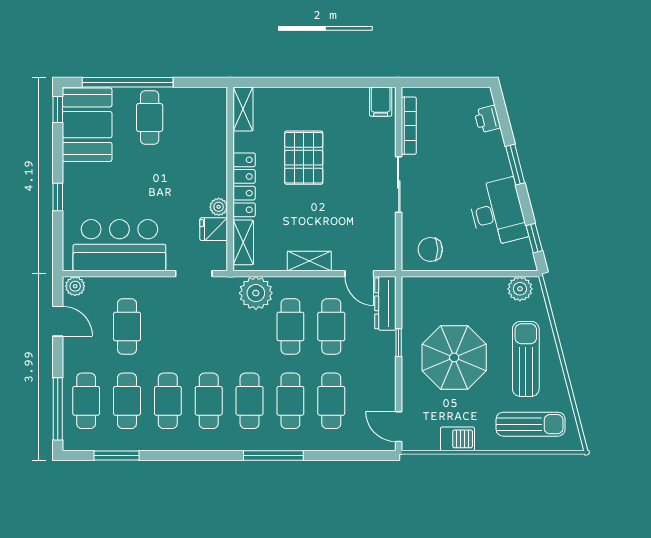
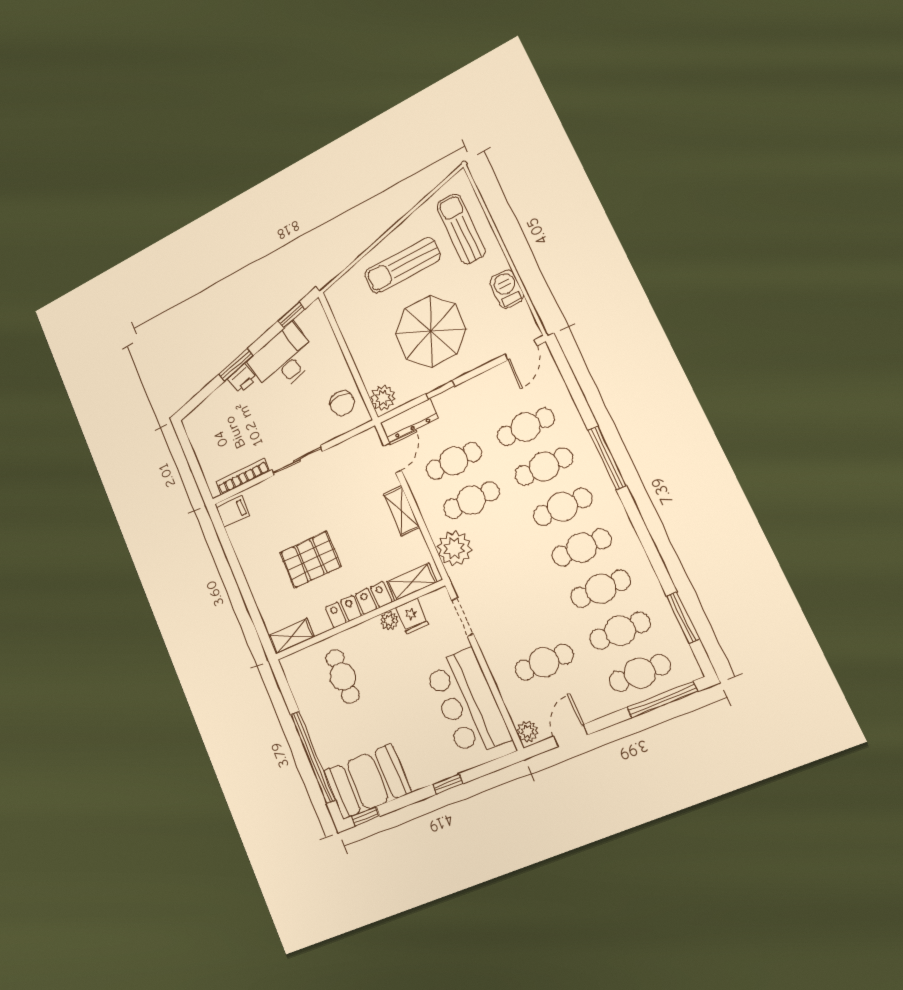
cafe table: (150, 117) -> (343, 677), moved, turned 90
printer: (487, 119) -> (243, 379), moved
plant: (520, 289) -> (383, 398), moved

